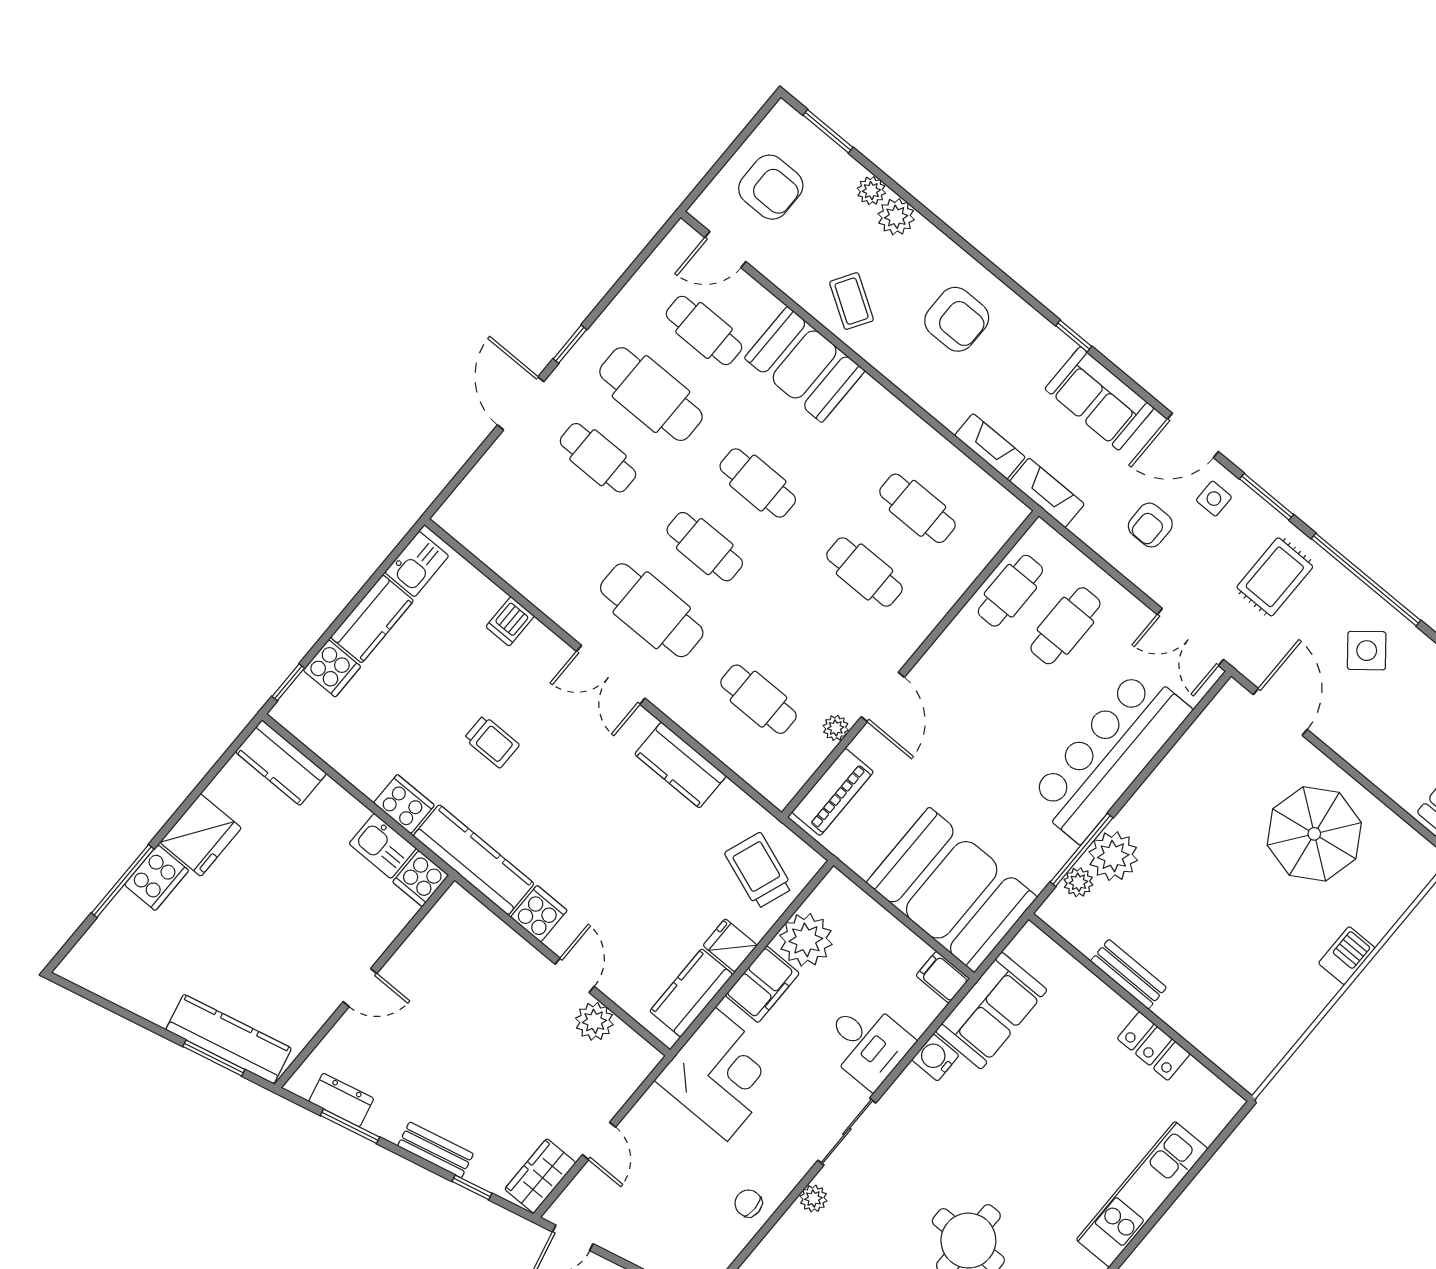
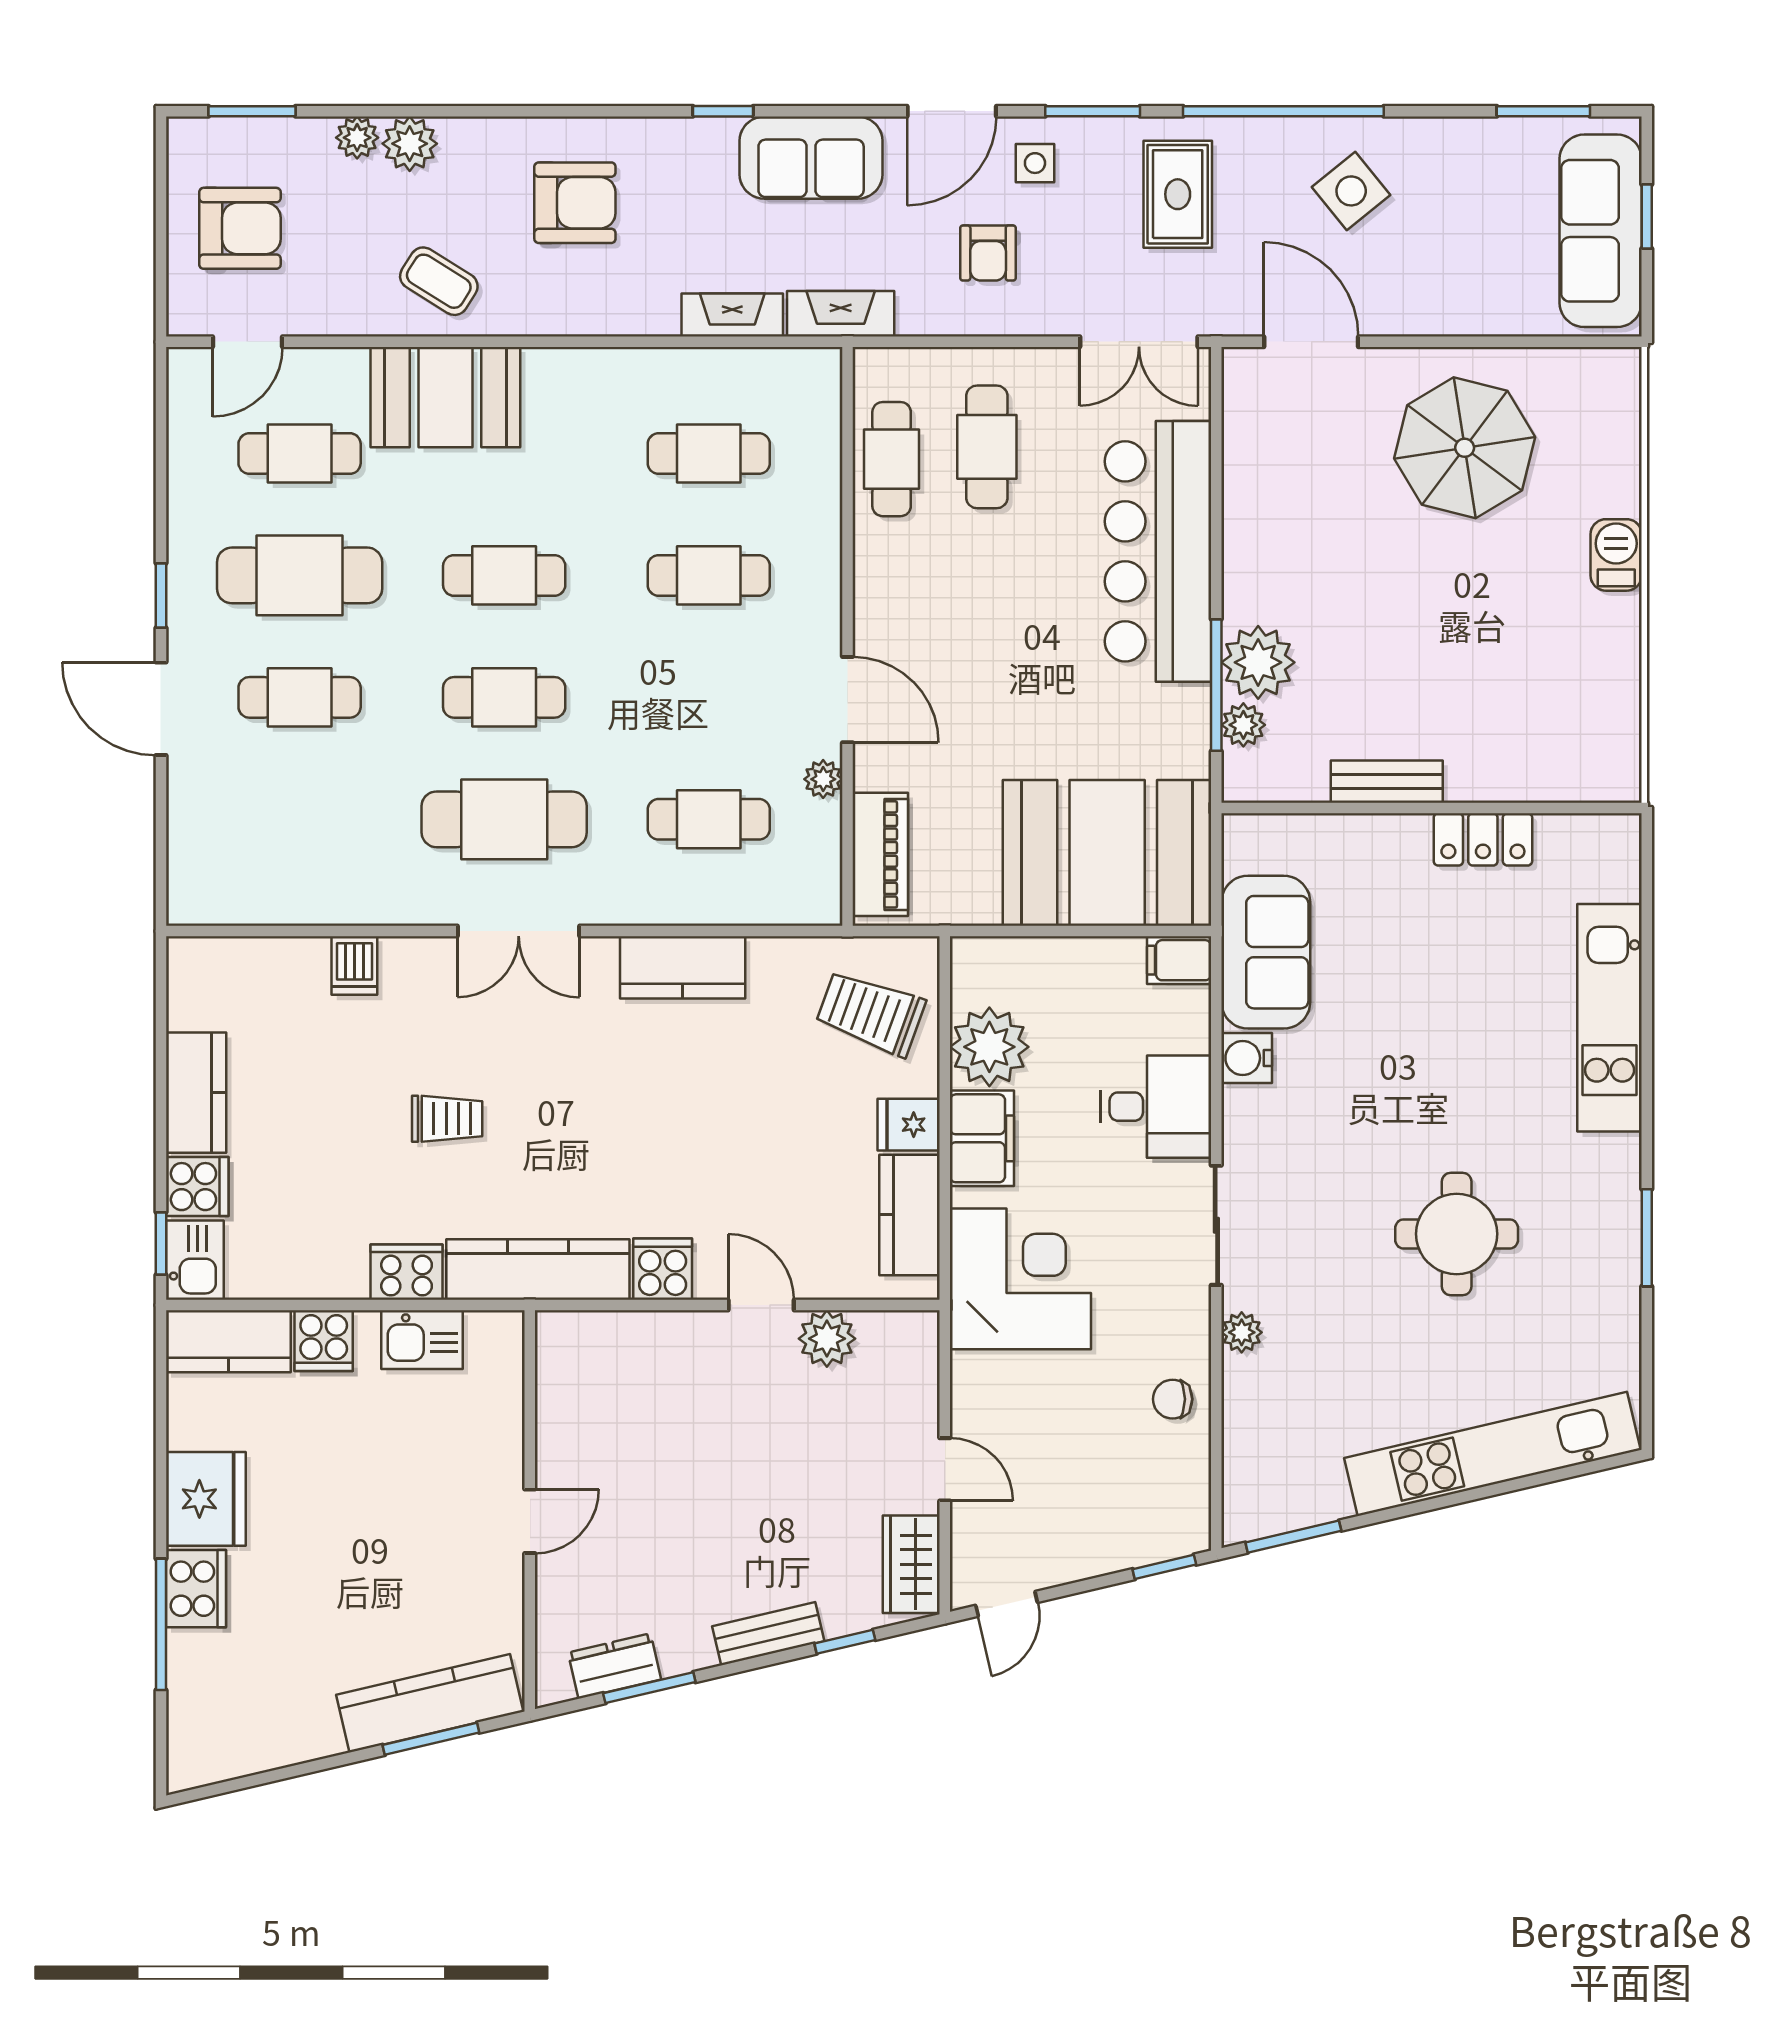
kitchen sink: (417, 564) -> (195, 1260), moved
cooker: (421, 879) -> (324, 1341), moved

